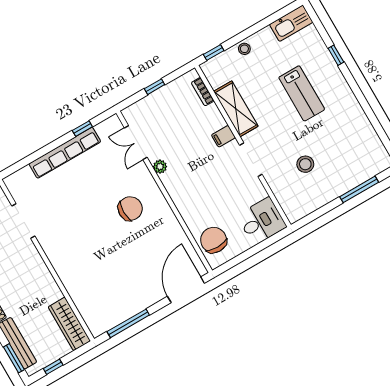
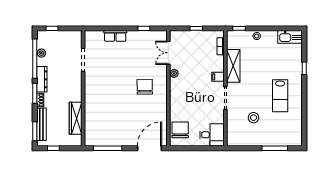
lab bench: (302, 93) -> (280, 96), moved
row of seats: (65, 153) -> (115, 36), width x0.50
chair: (130, 209) -> (145, 87), turned -91
wardrobe: (69, 324) -> (76, 118), moved

